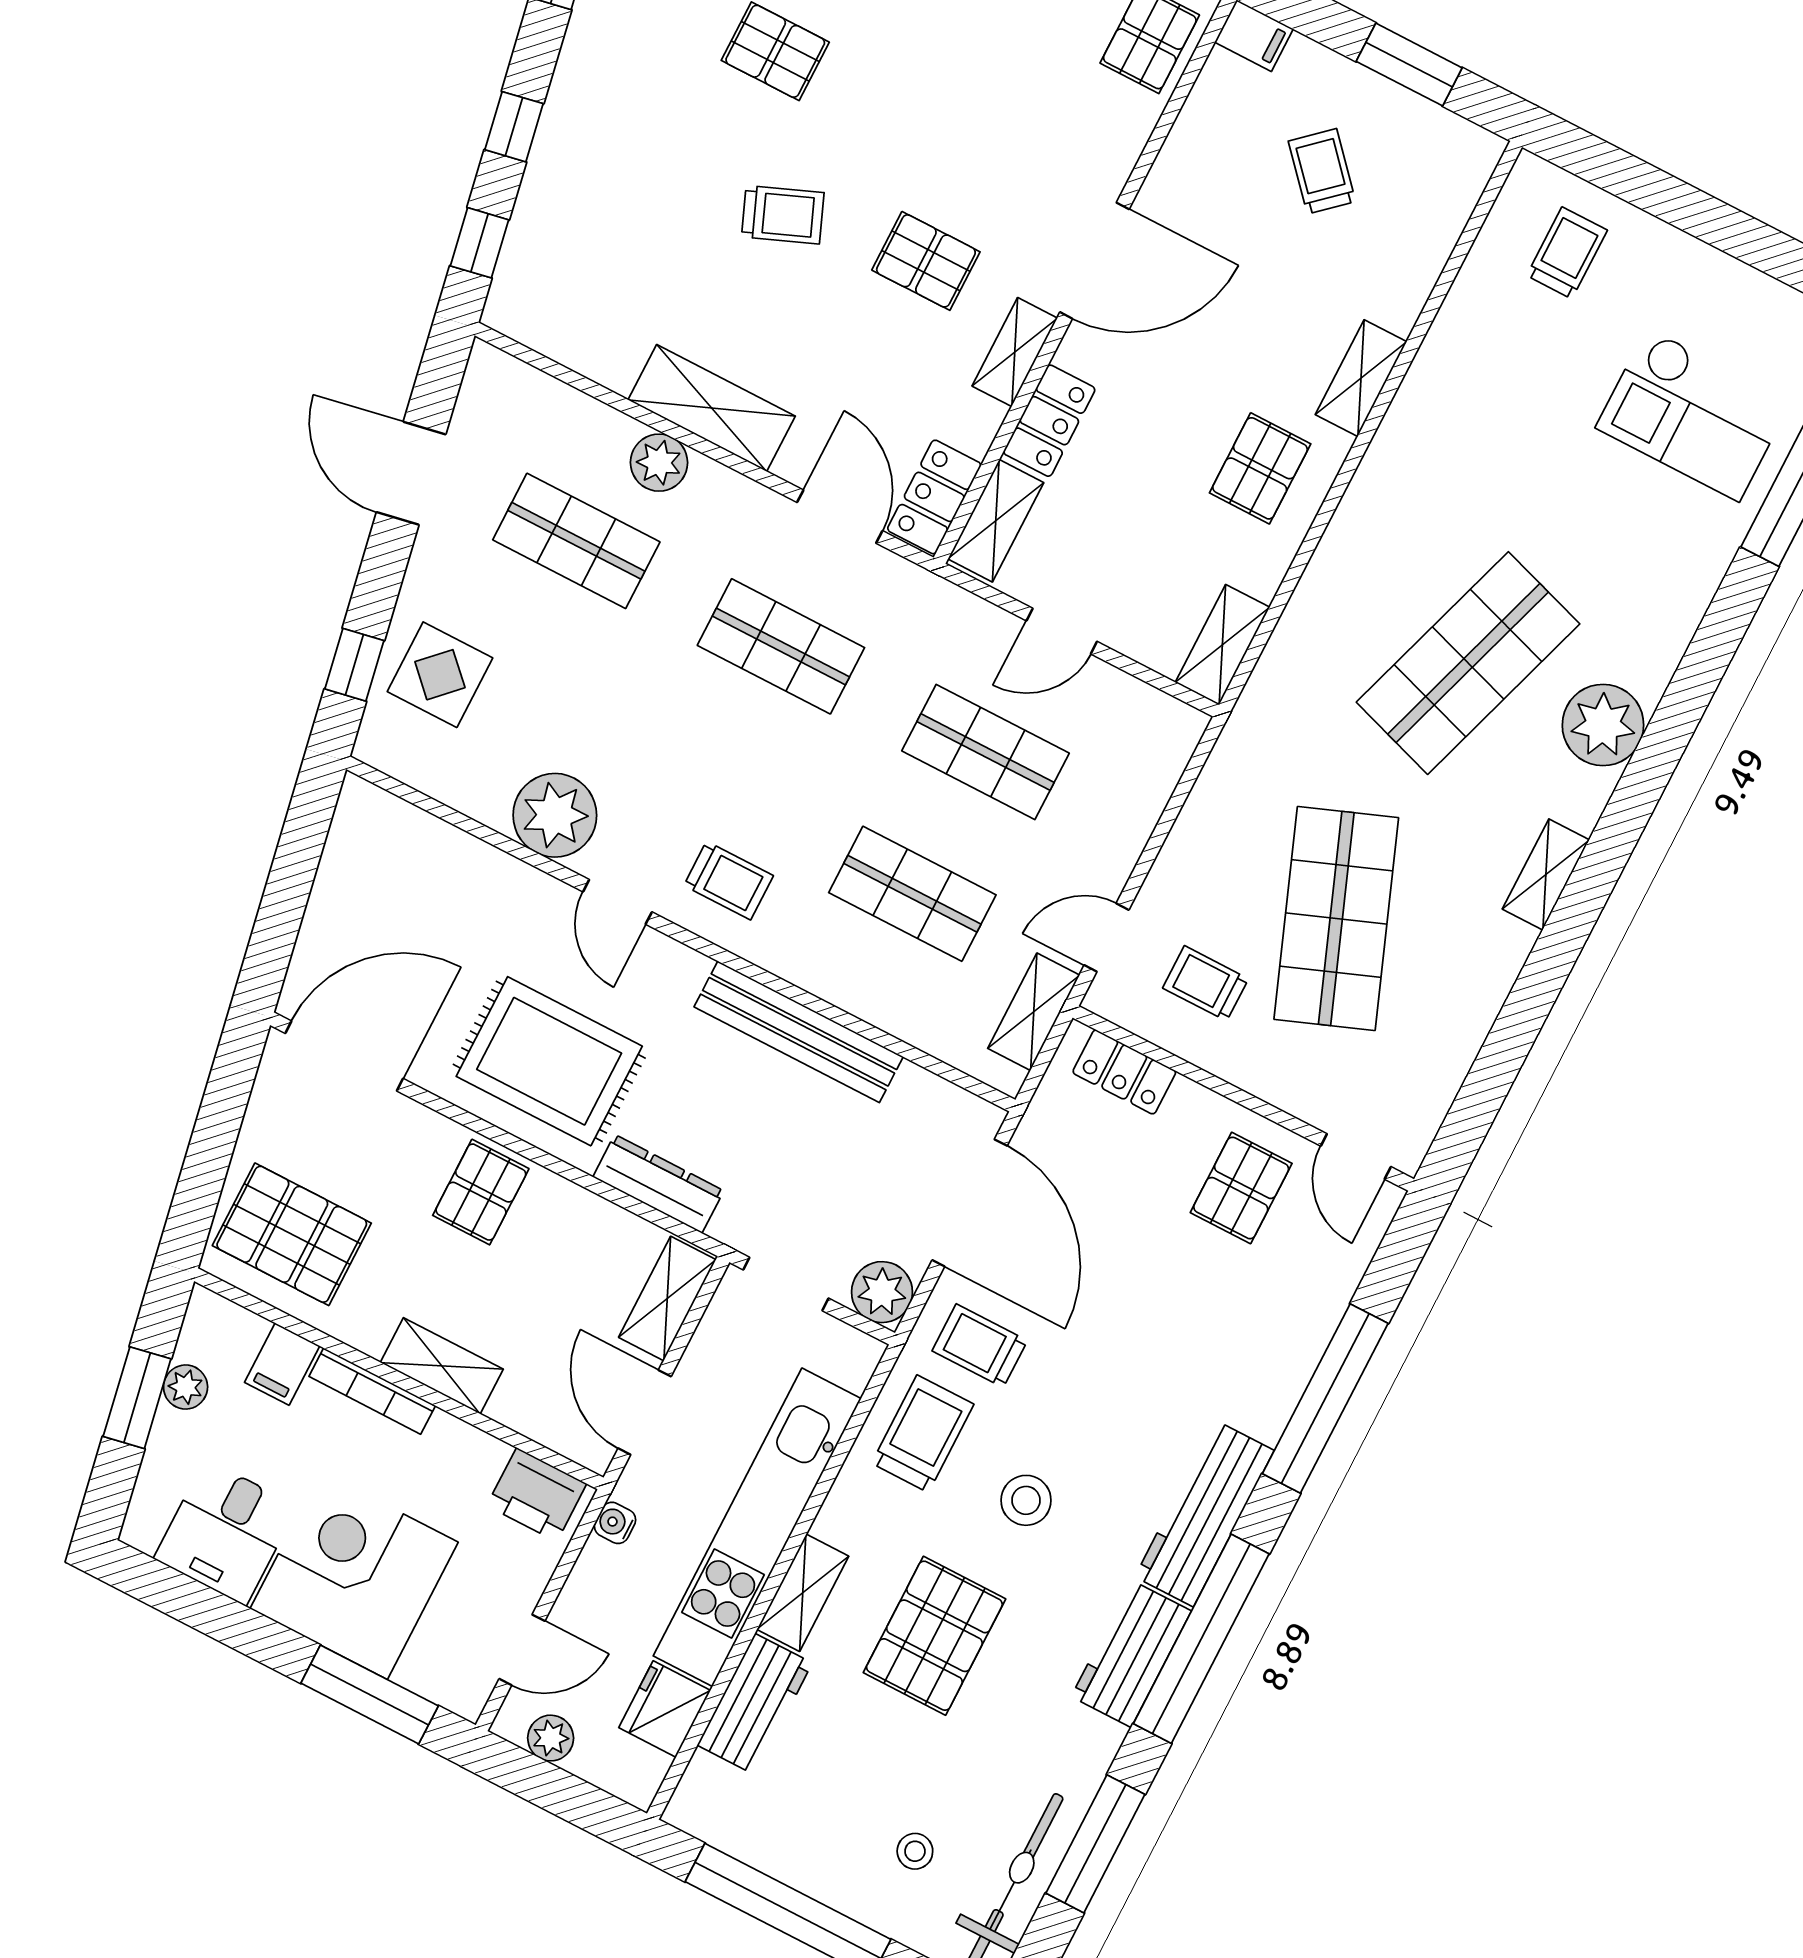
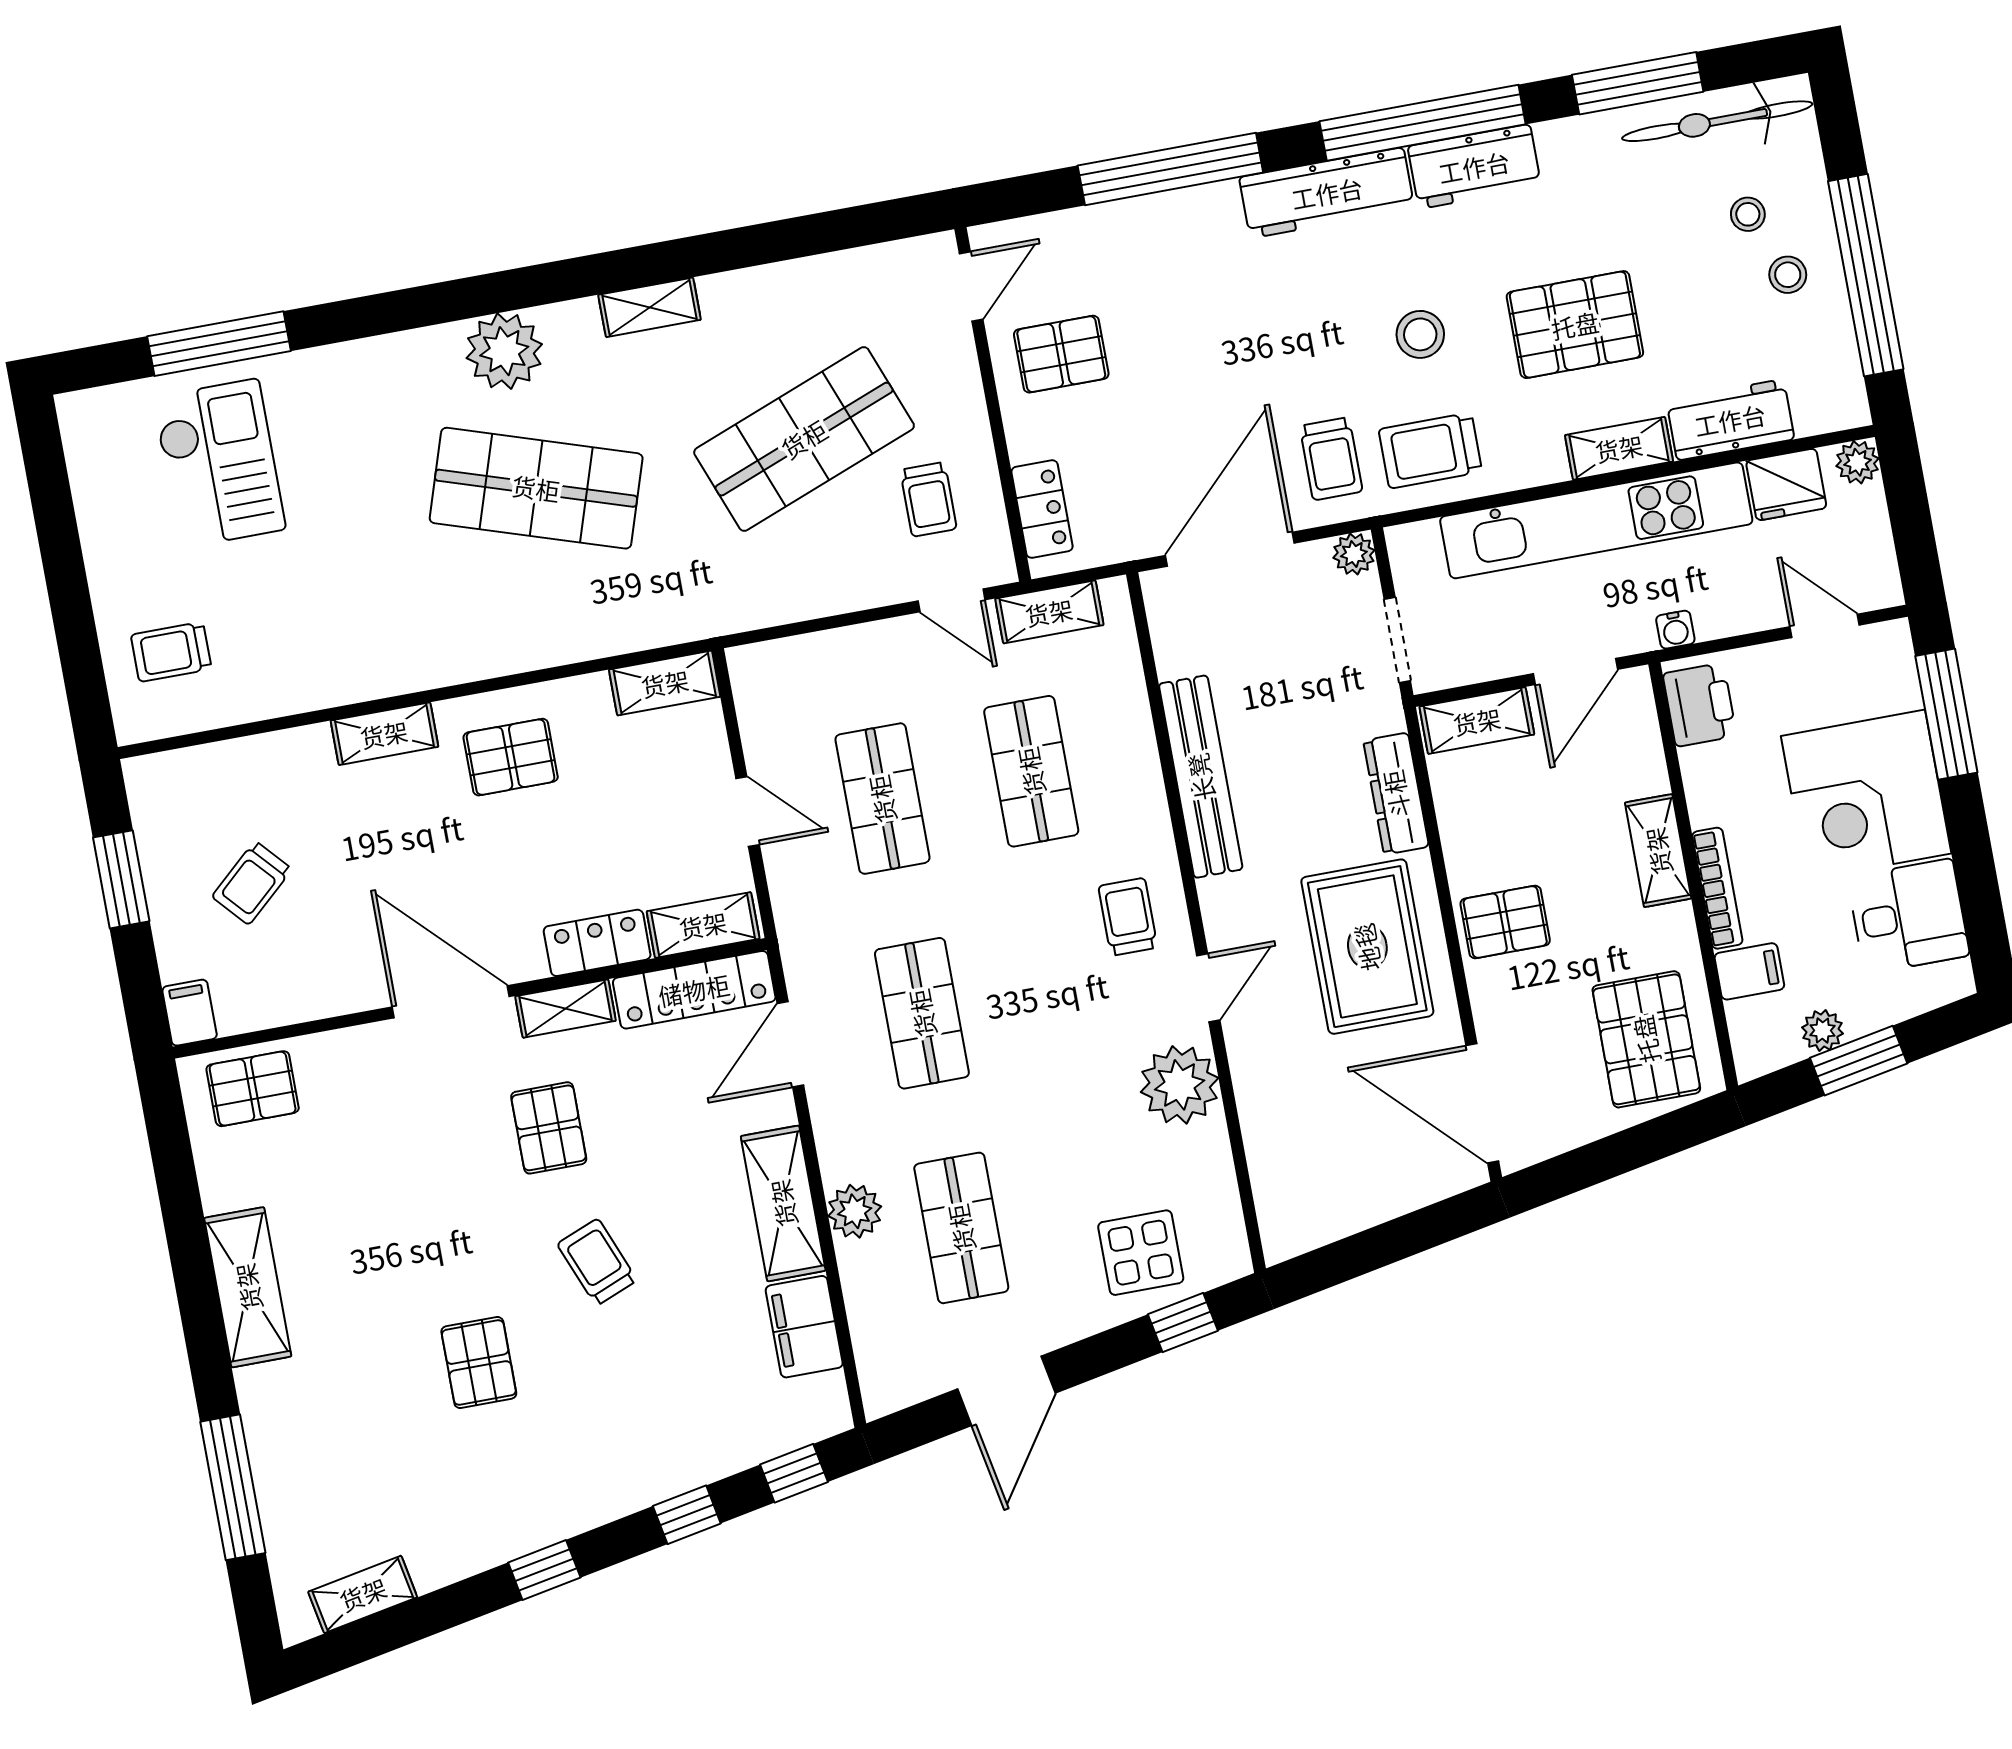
filing cabinet: (595, 346) -> (804, 1327), added
locker: (934, 497) -> (694, 990), width x1.53
plant: (882, 1292) -> (1354, 554), width x0.73, depth x0.73
plant: (551, 1738) -> (1858, 462), moved
stool: (839, 1846) -> (1788, 275), added

